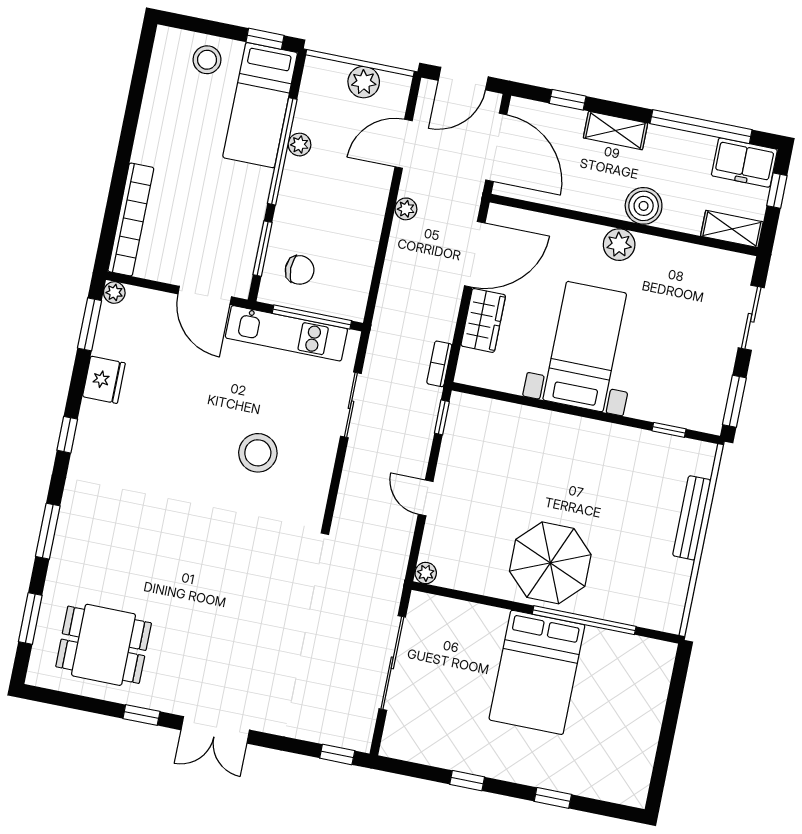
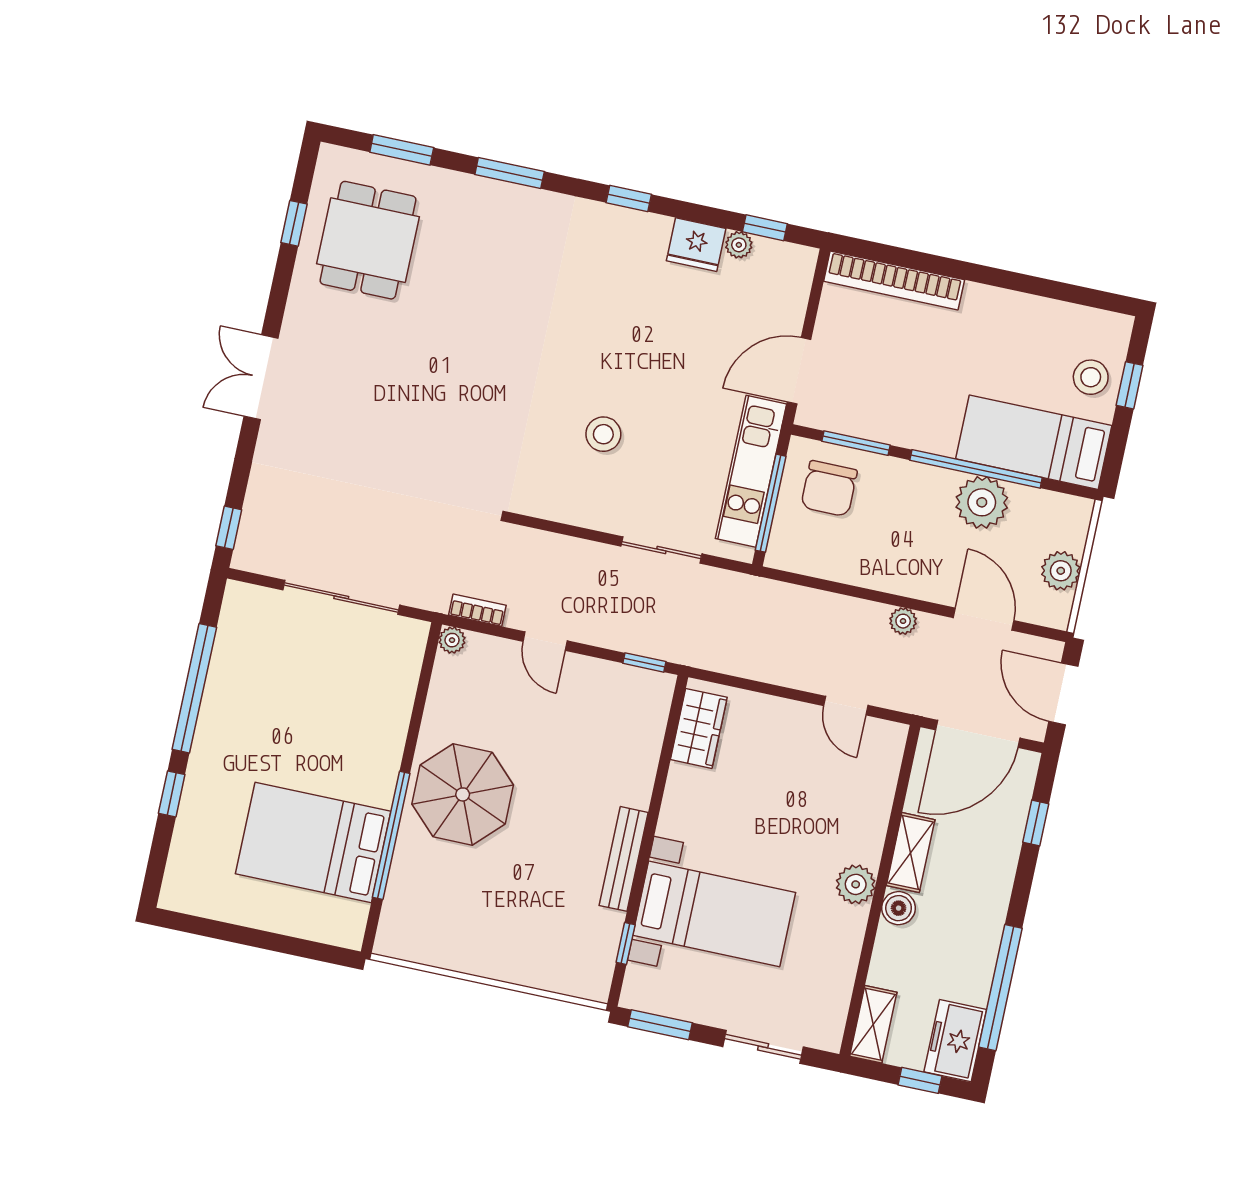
window: (265, 39) -> (1130, 385), moved
shelving: (615, 131) -> (911, 853), moved
plant: (300, 145) -> (982, 502), width x1.88, depth x1.88
boiler: (644, 206) -> (899, 908), width x0.73, depth x0.73
door: (475, 254) -> (846, 706), width x0.53
chair: (300, 270) -> (829, 489), width x1.37, depth x1.37
plant: (114, 292) -> (739, 245), moved
wardrobe: (483, 320) -> (699, 728), moved, turned -90
window: (90, 324) -> (765, 228), width x0.67
bed with nightstands: (585, 347) -> (714, 914), moved
bookcase: (439, 364) -> (477, 610), moved
stool: (258, 453) -> (603, 434), width x0.73, depth x0.73
door: (426, 498) -> (545, 641), swing flipped
bench: (692, 518) -> (624, 859), moved, turned 90
bed: (537, 672) -> (313, 843), moved
window: (141, 715) -> (294, 223), moved
window: (467, 781) -> (194, 688), width x3.17

